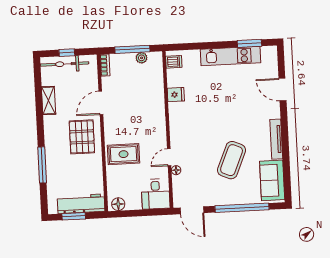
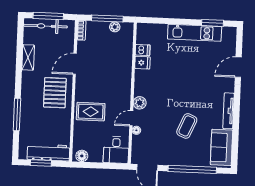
window: (67, 53) -> (48, 16), width x2.17
dishwasher: (174, 62) -> (143, 50), moved
door: (282, 90) -> (238, 67), hinge flipped
plant: (177, 139) -> (140, 103), added
coffee table: (232, 160) -> (187, 126), width x0.73, depth x0.76

